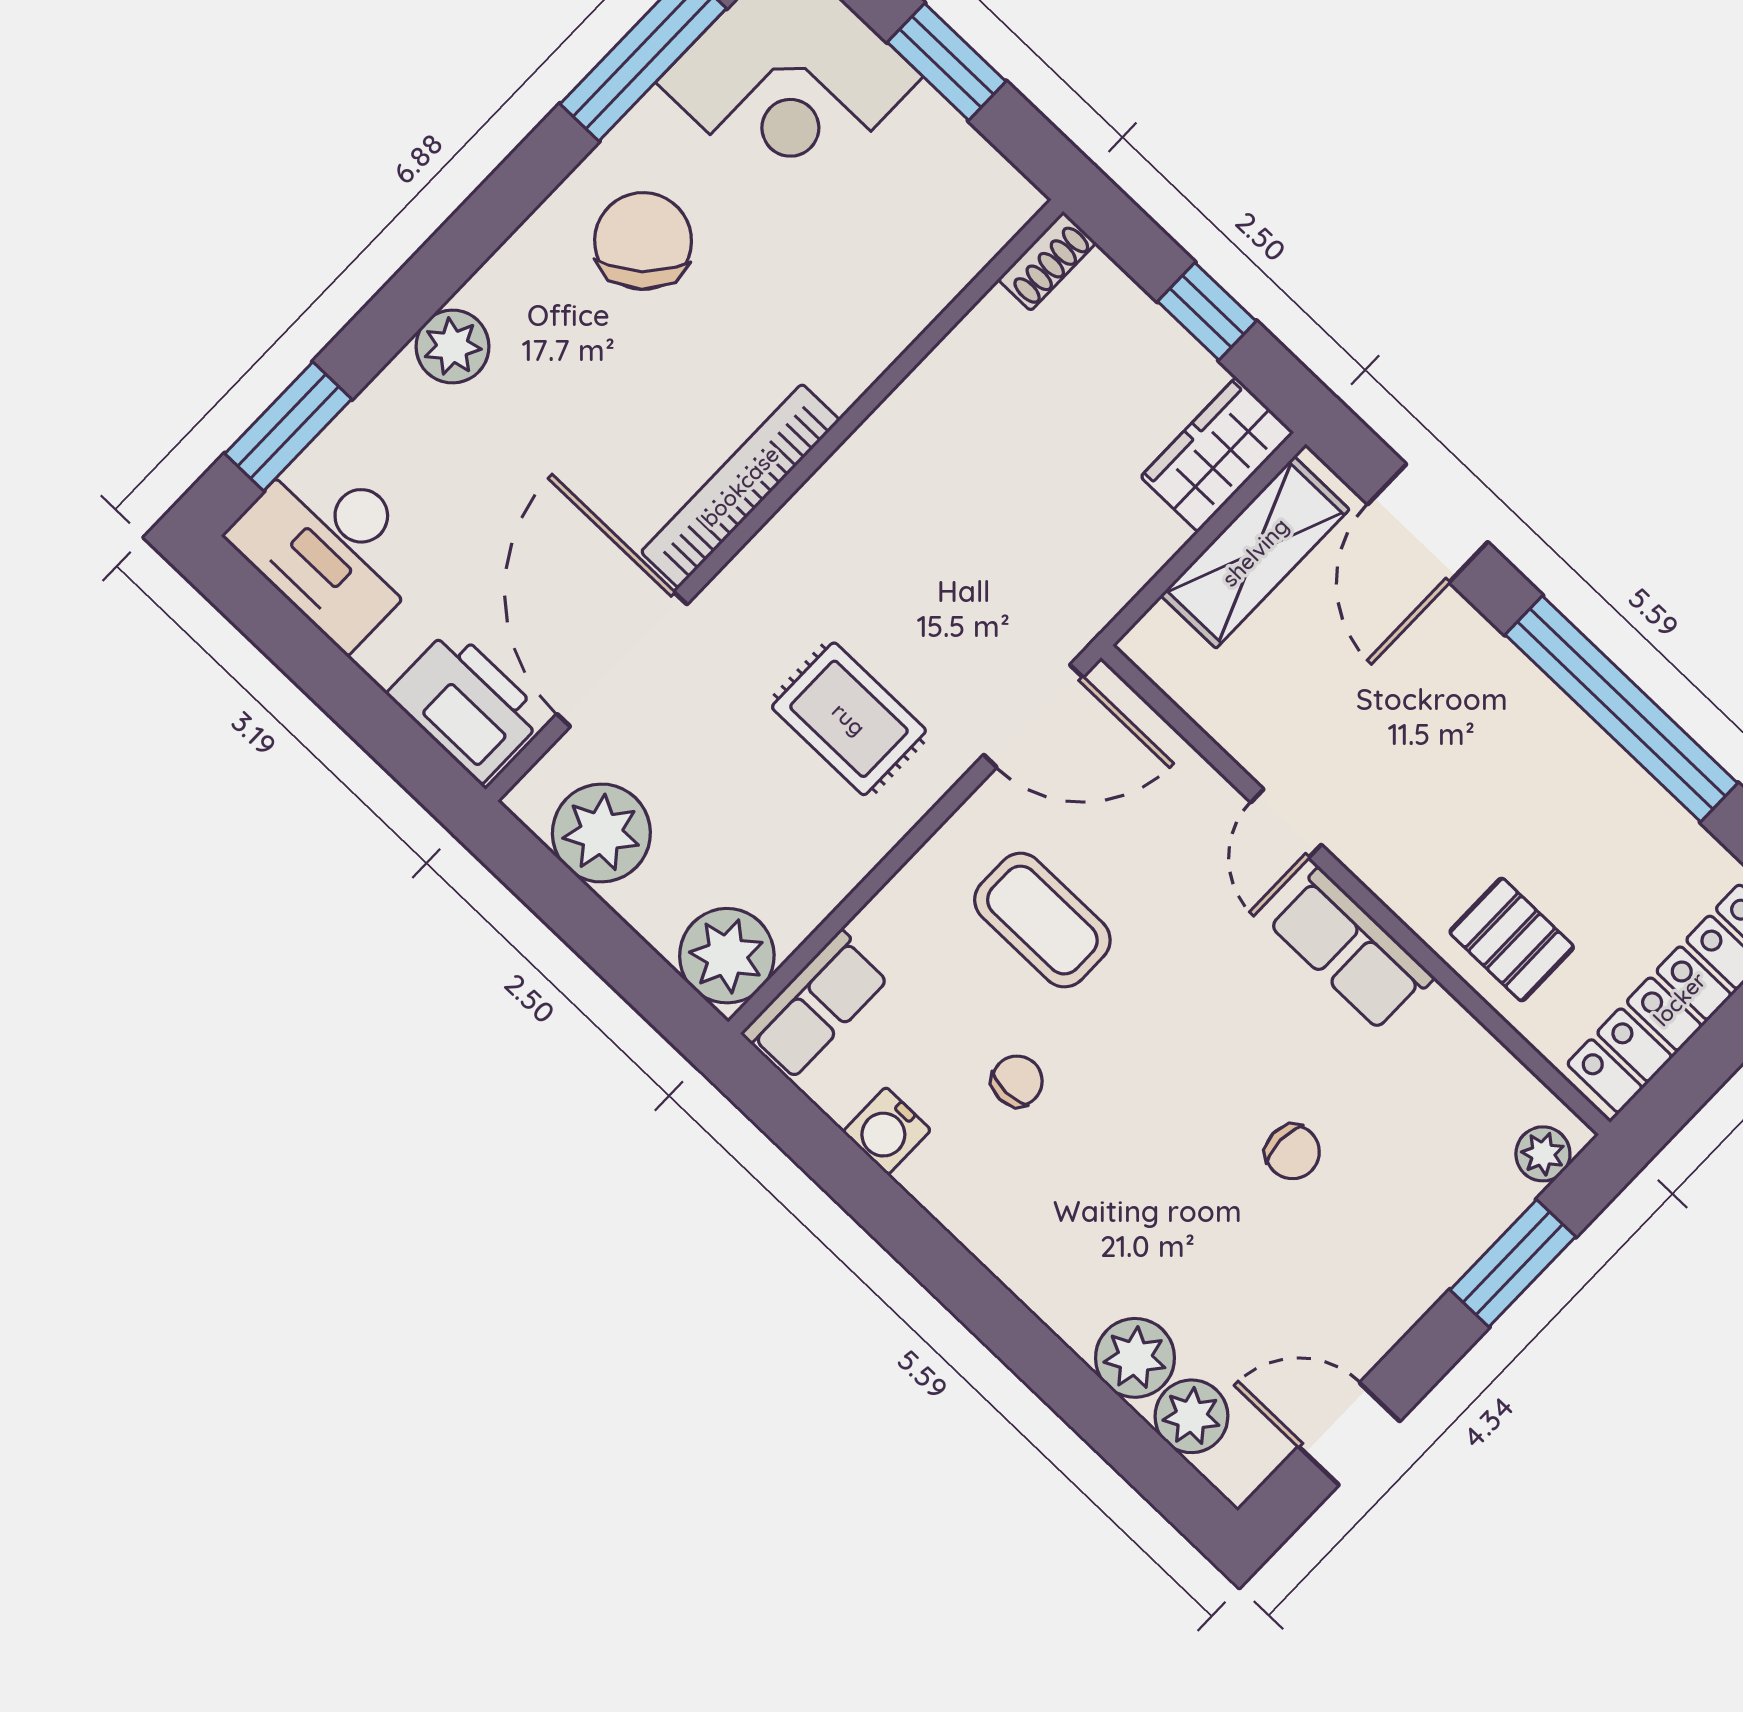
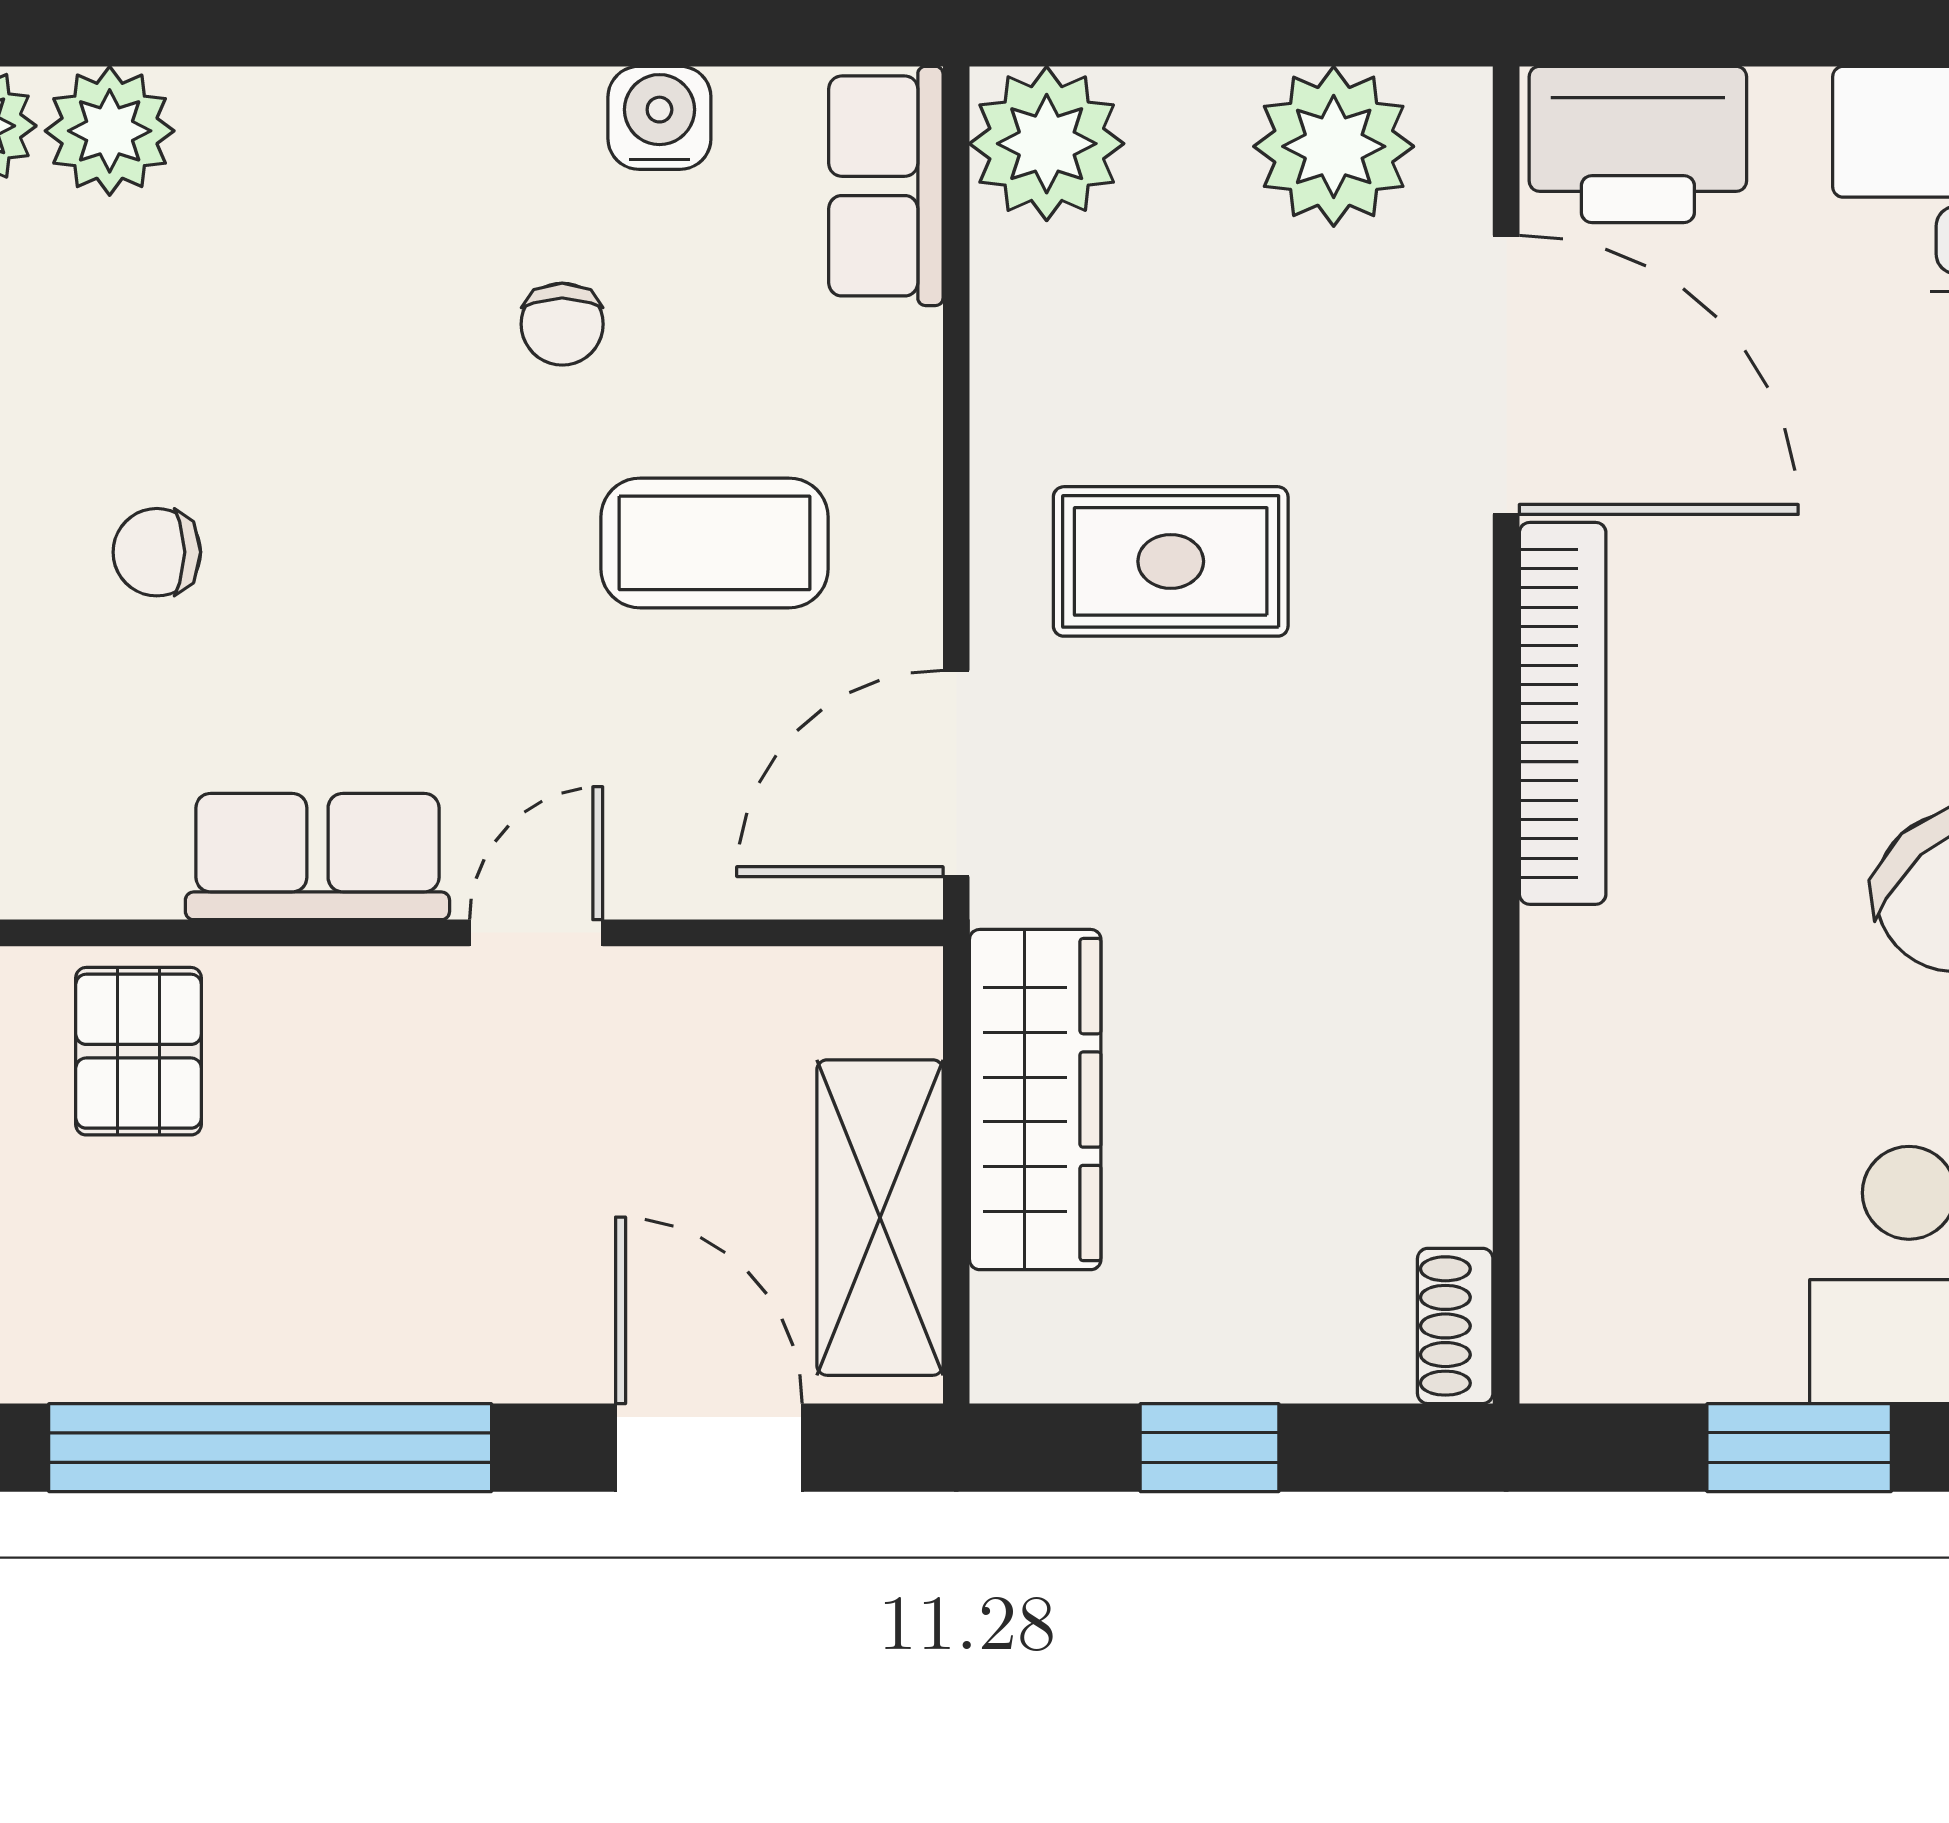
wardrobe: (1217, 455) -> (1035, 1100), moved, width x1.50
door: (1286, 823) -> (536, 933), hinge flipped
pallet: (1512, 939) -> (139, 1051), turned 90

